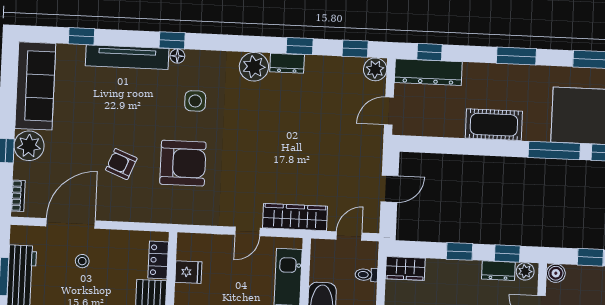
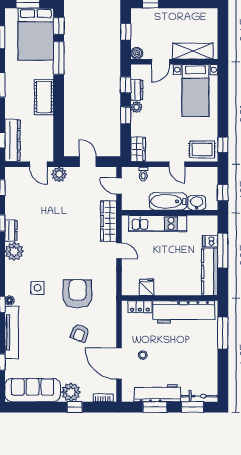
plant: (375, 69) -> (59, 174), moved
plant: (525, 271) -> (137, 107), moved

